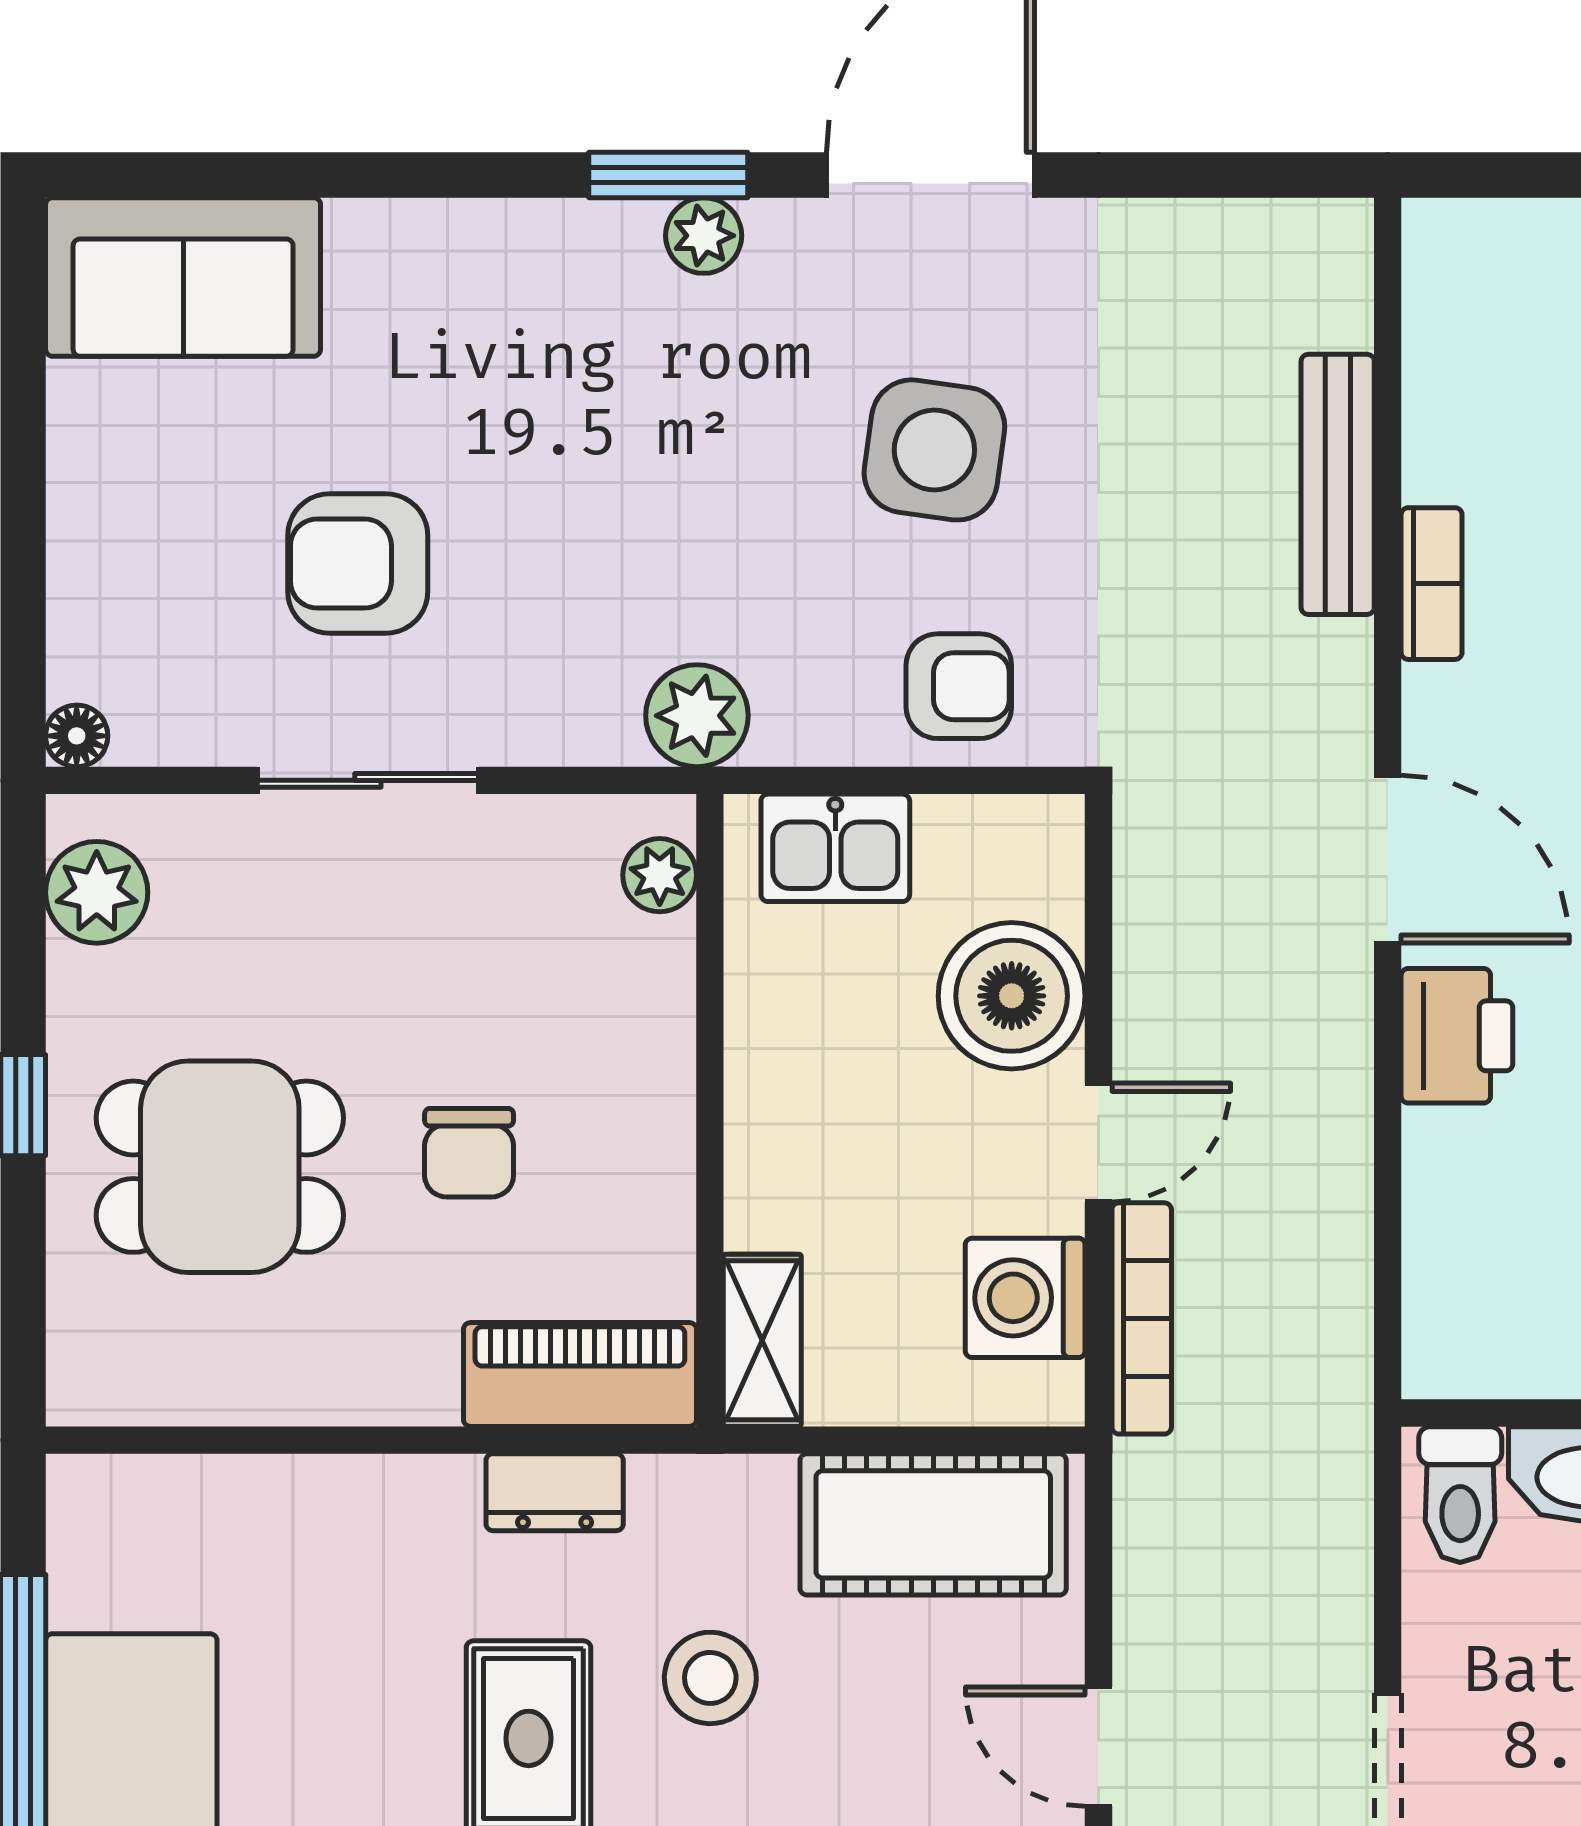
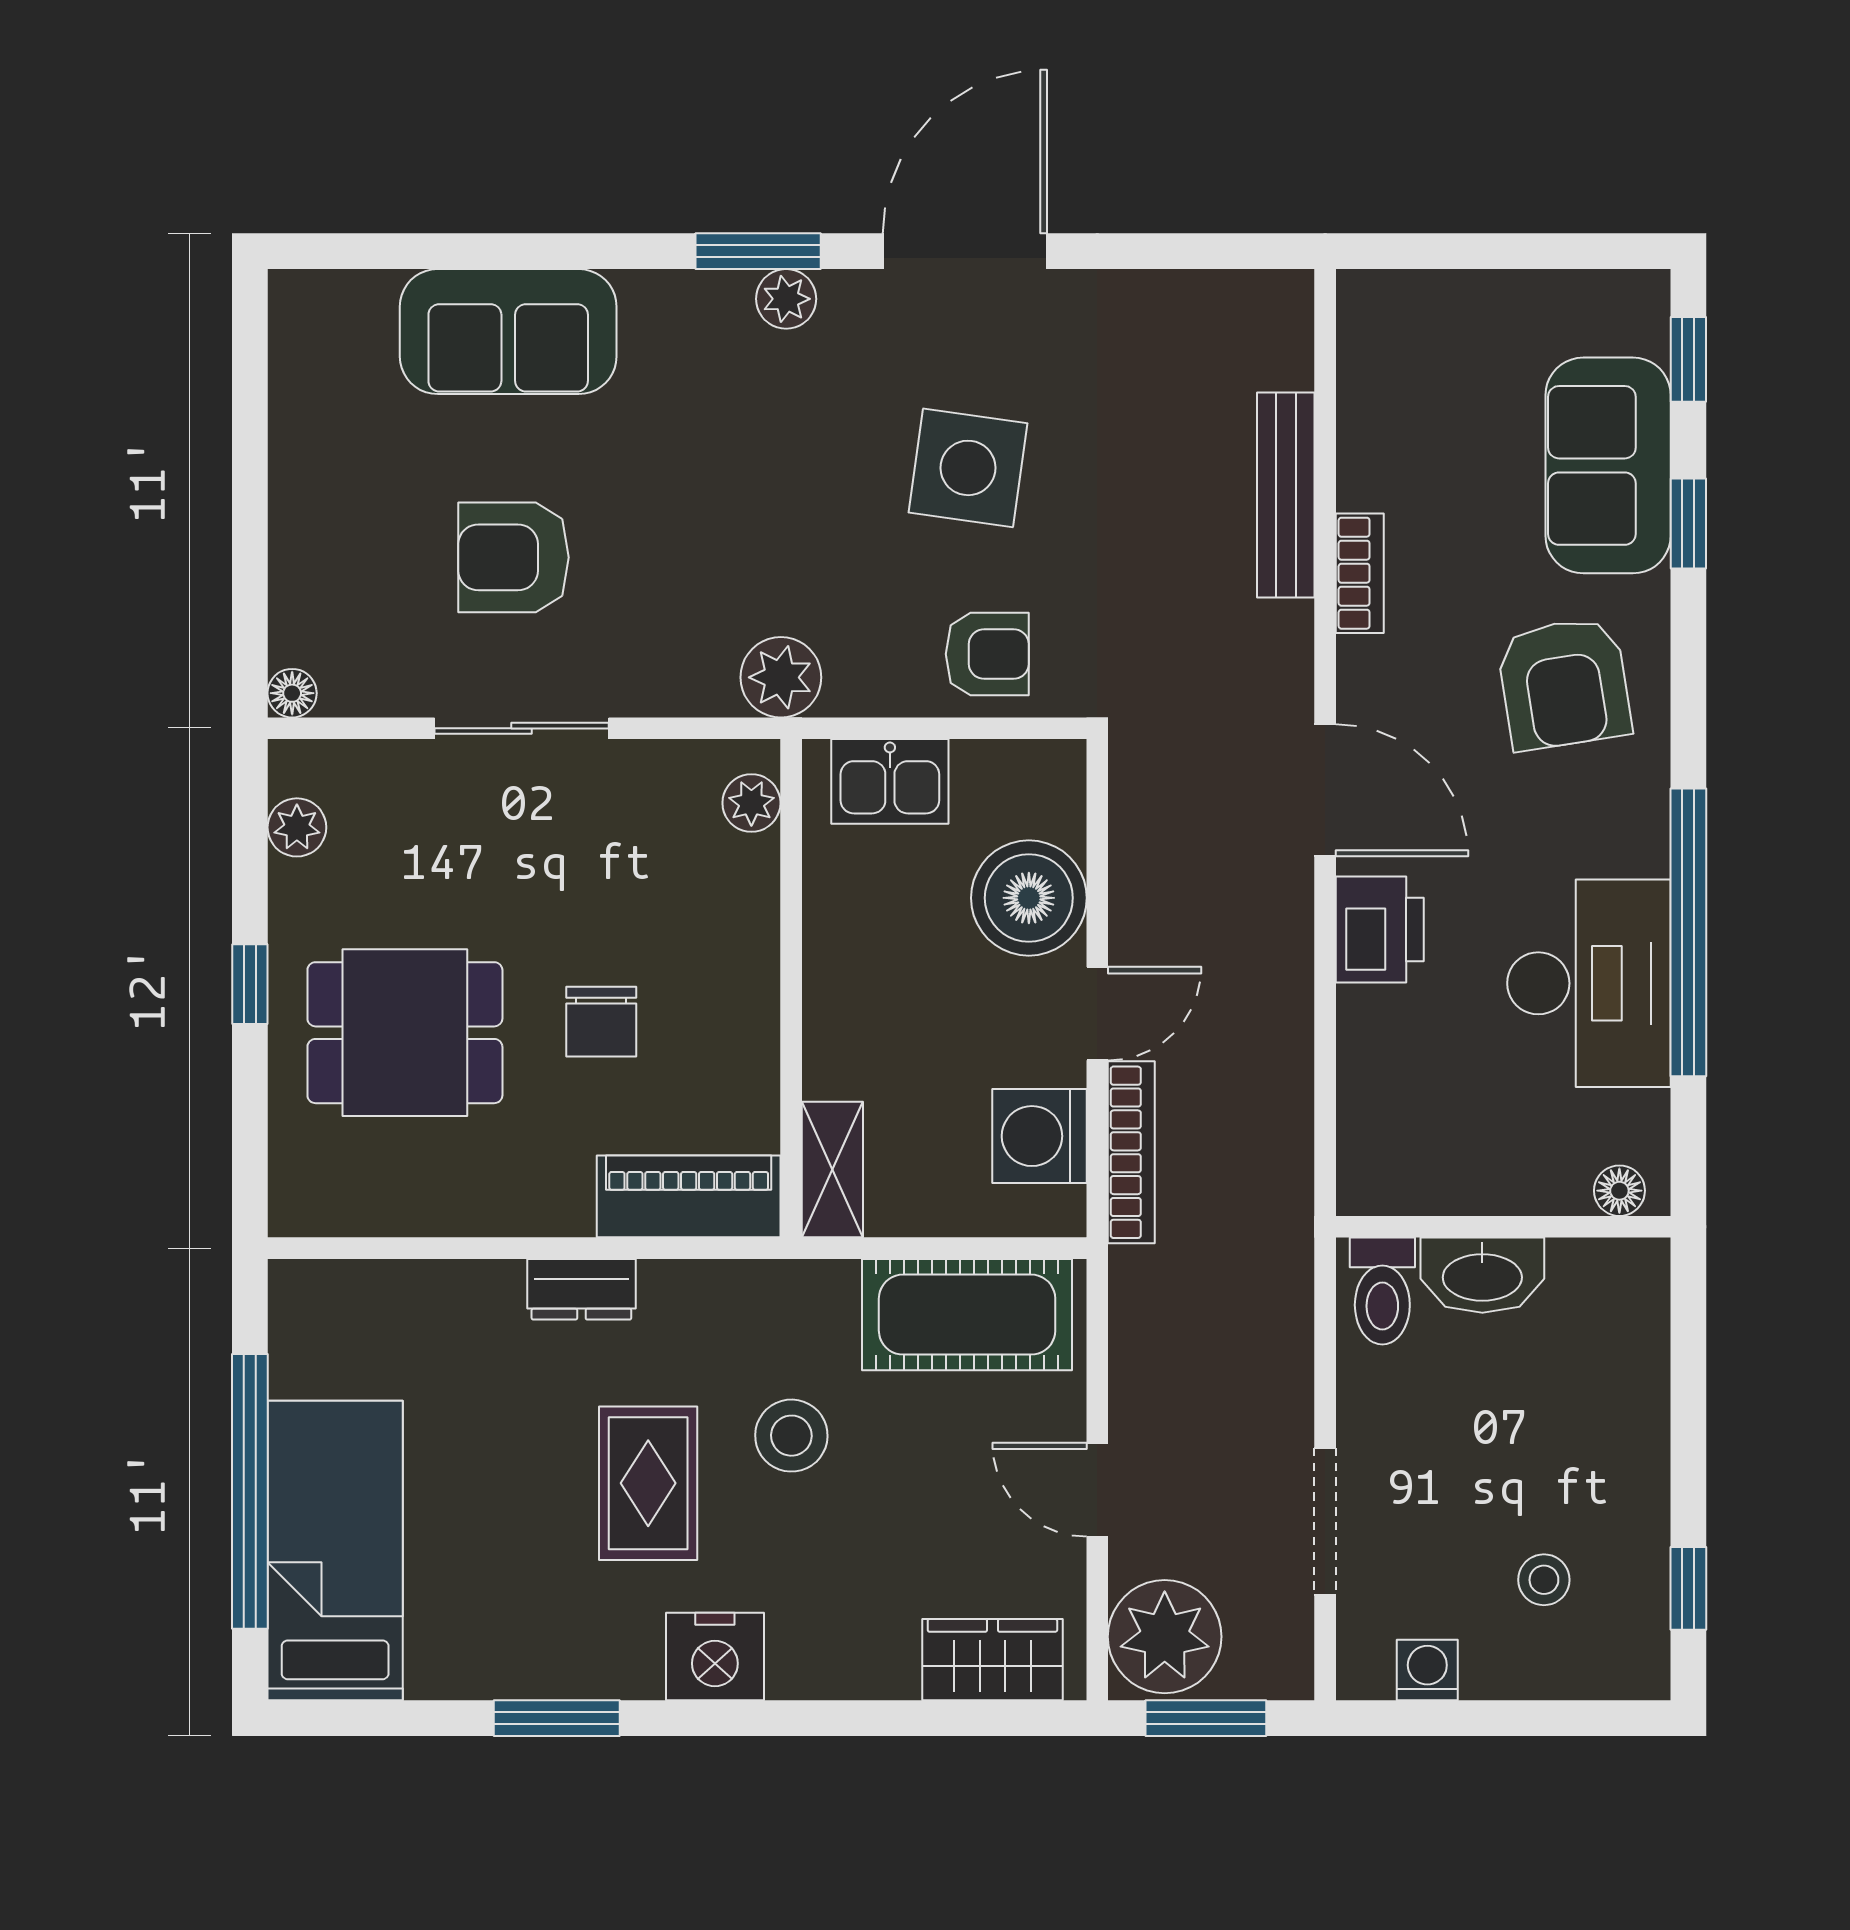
sofa: (183, 277) -> (508, 332), moved
plant: (97, 892) -> (297, 827), width x0.73, depth x0.73
dresser: (555, 1492) -> (581, 1289), moved

